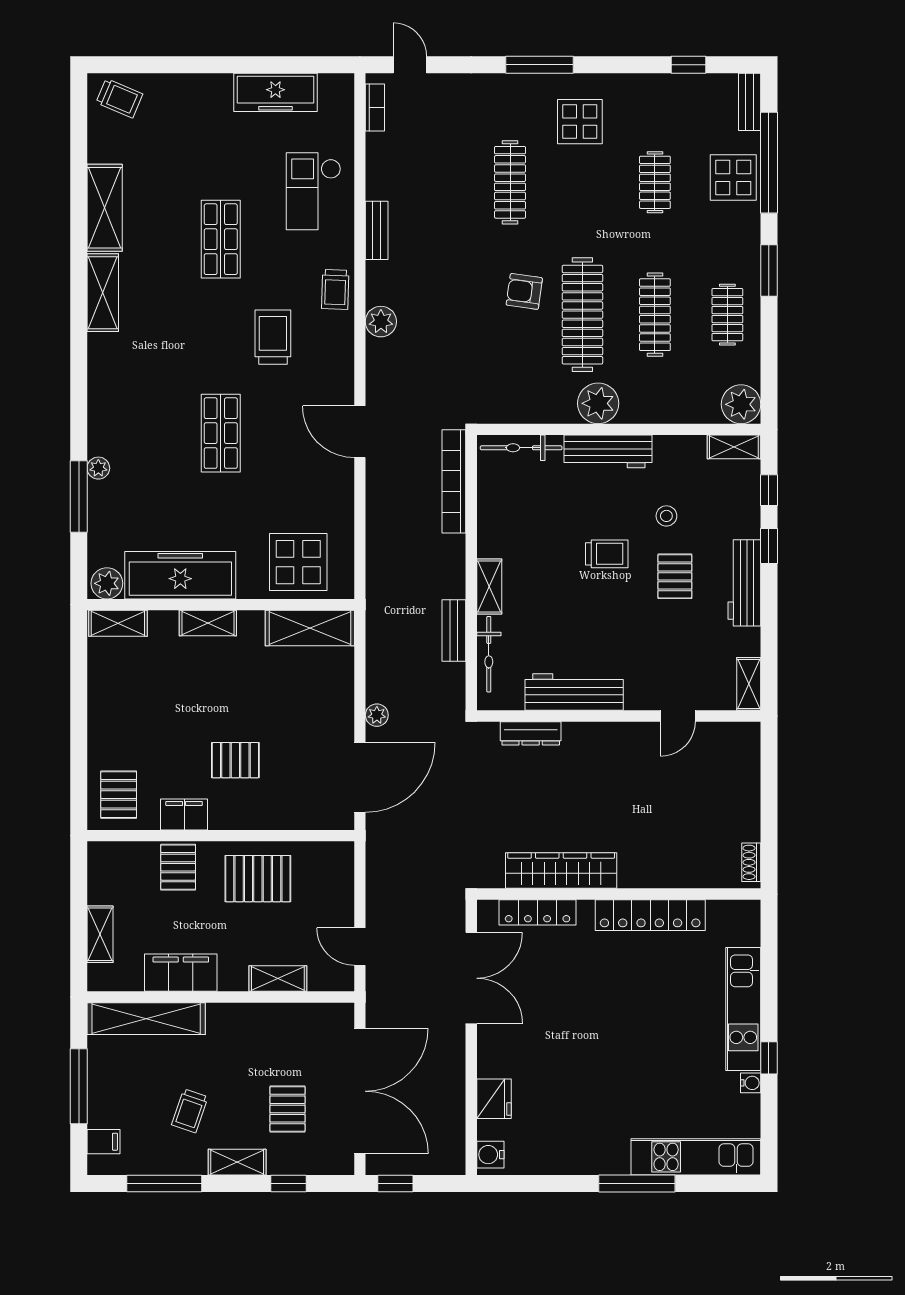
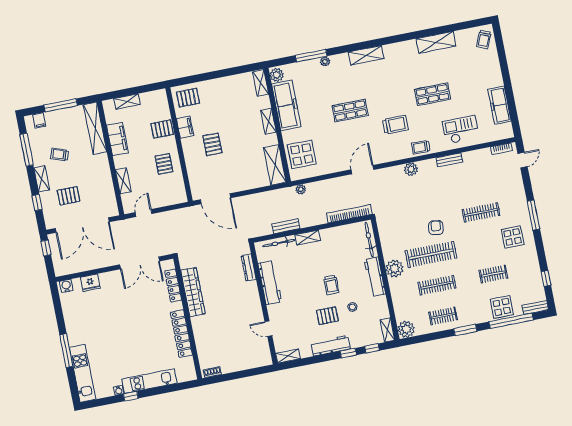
shelving: (103, 293) -> (366, 55), moved
plant: (377, 715) -> (301, 189), moved
pallet: (258, 879) -> (164, 164), width x0.67, depth x0.71

